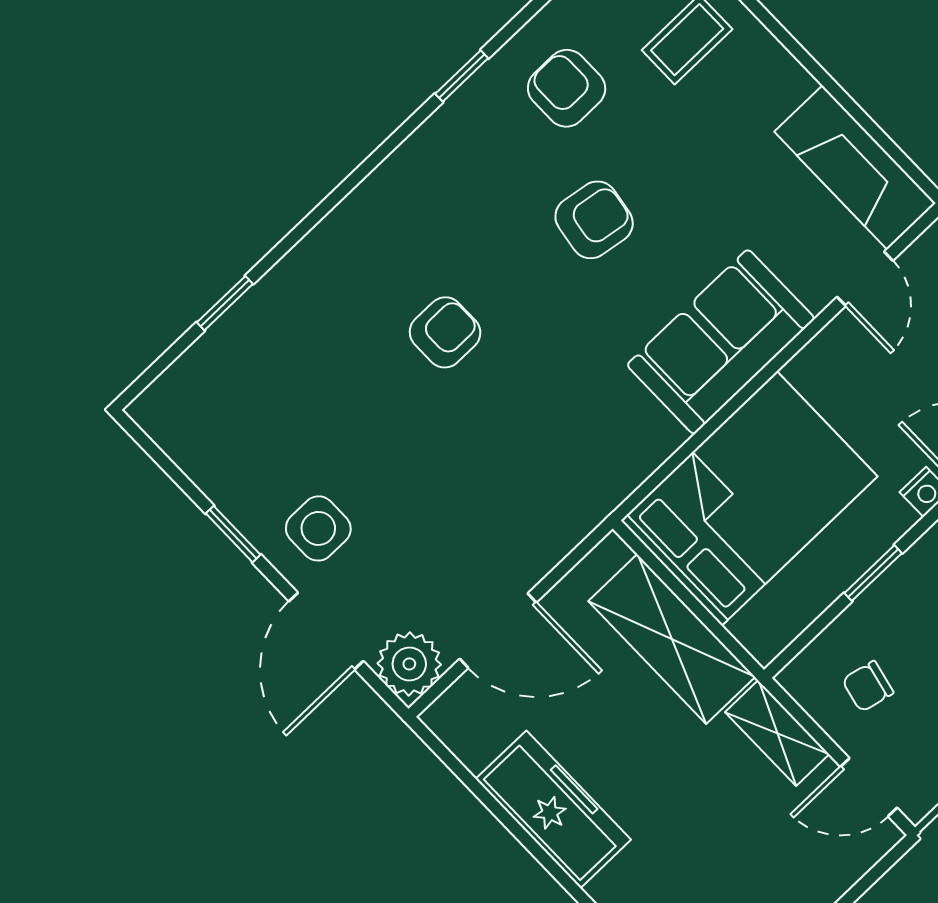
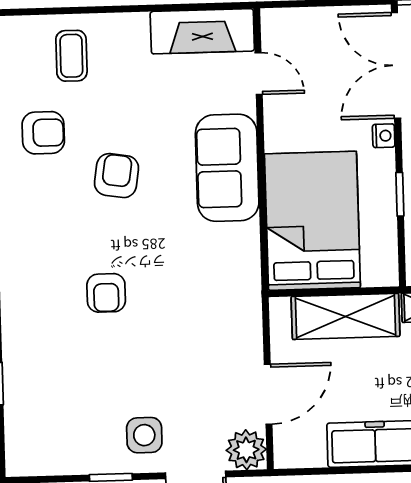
armchair: (567, 88) -> (43, 133), turned 180
armchair: (445, 332) -> (106, 293), turned 180

